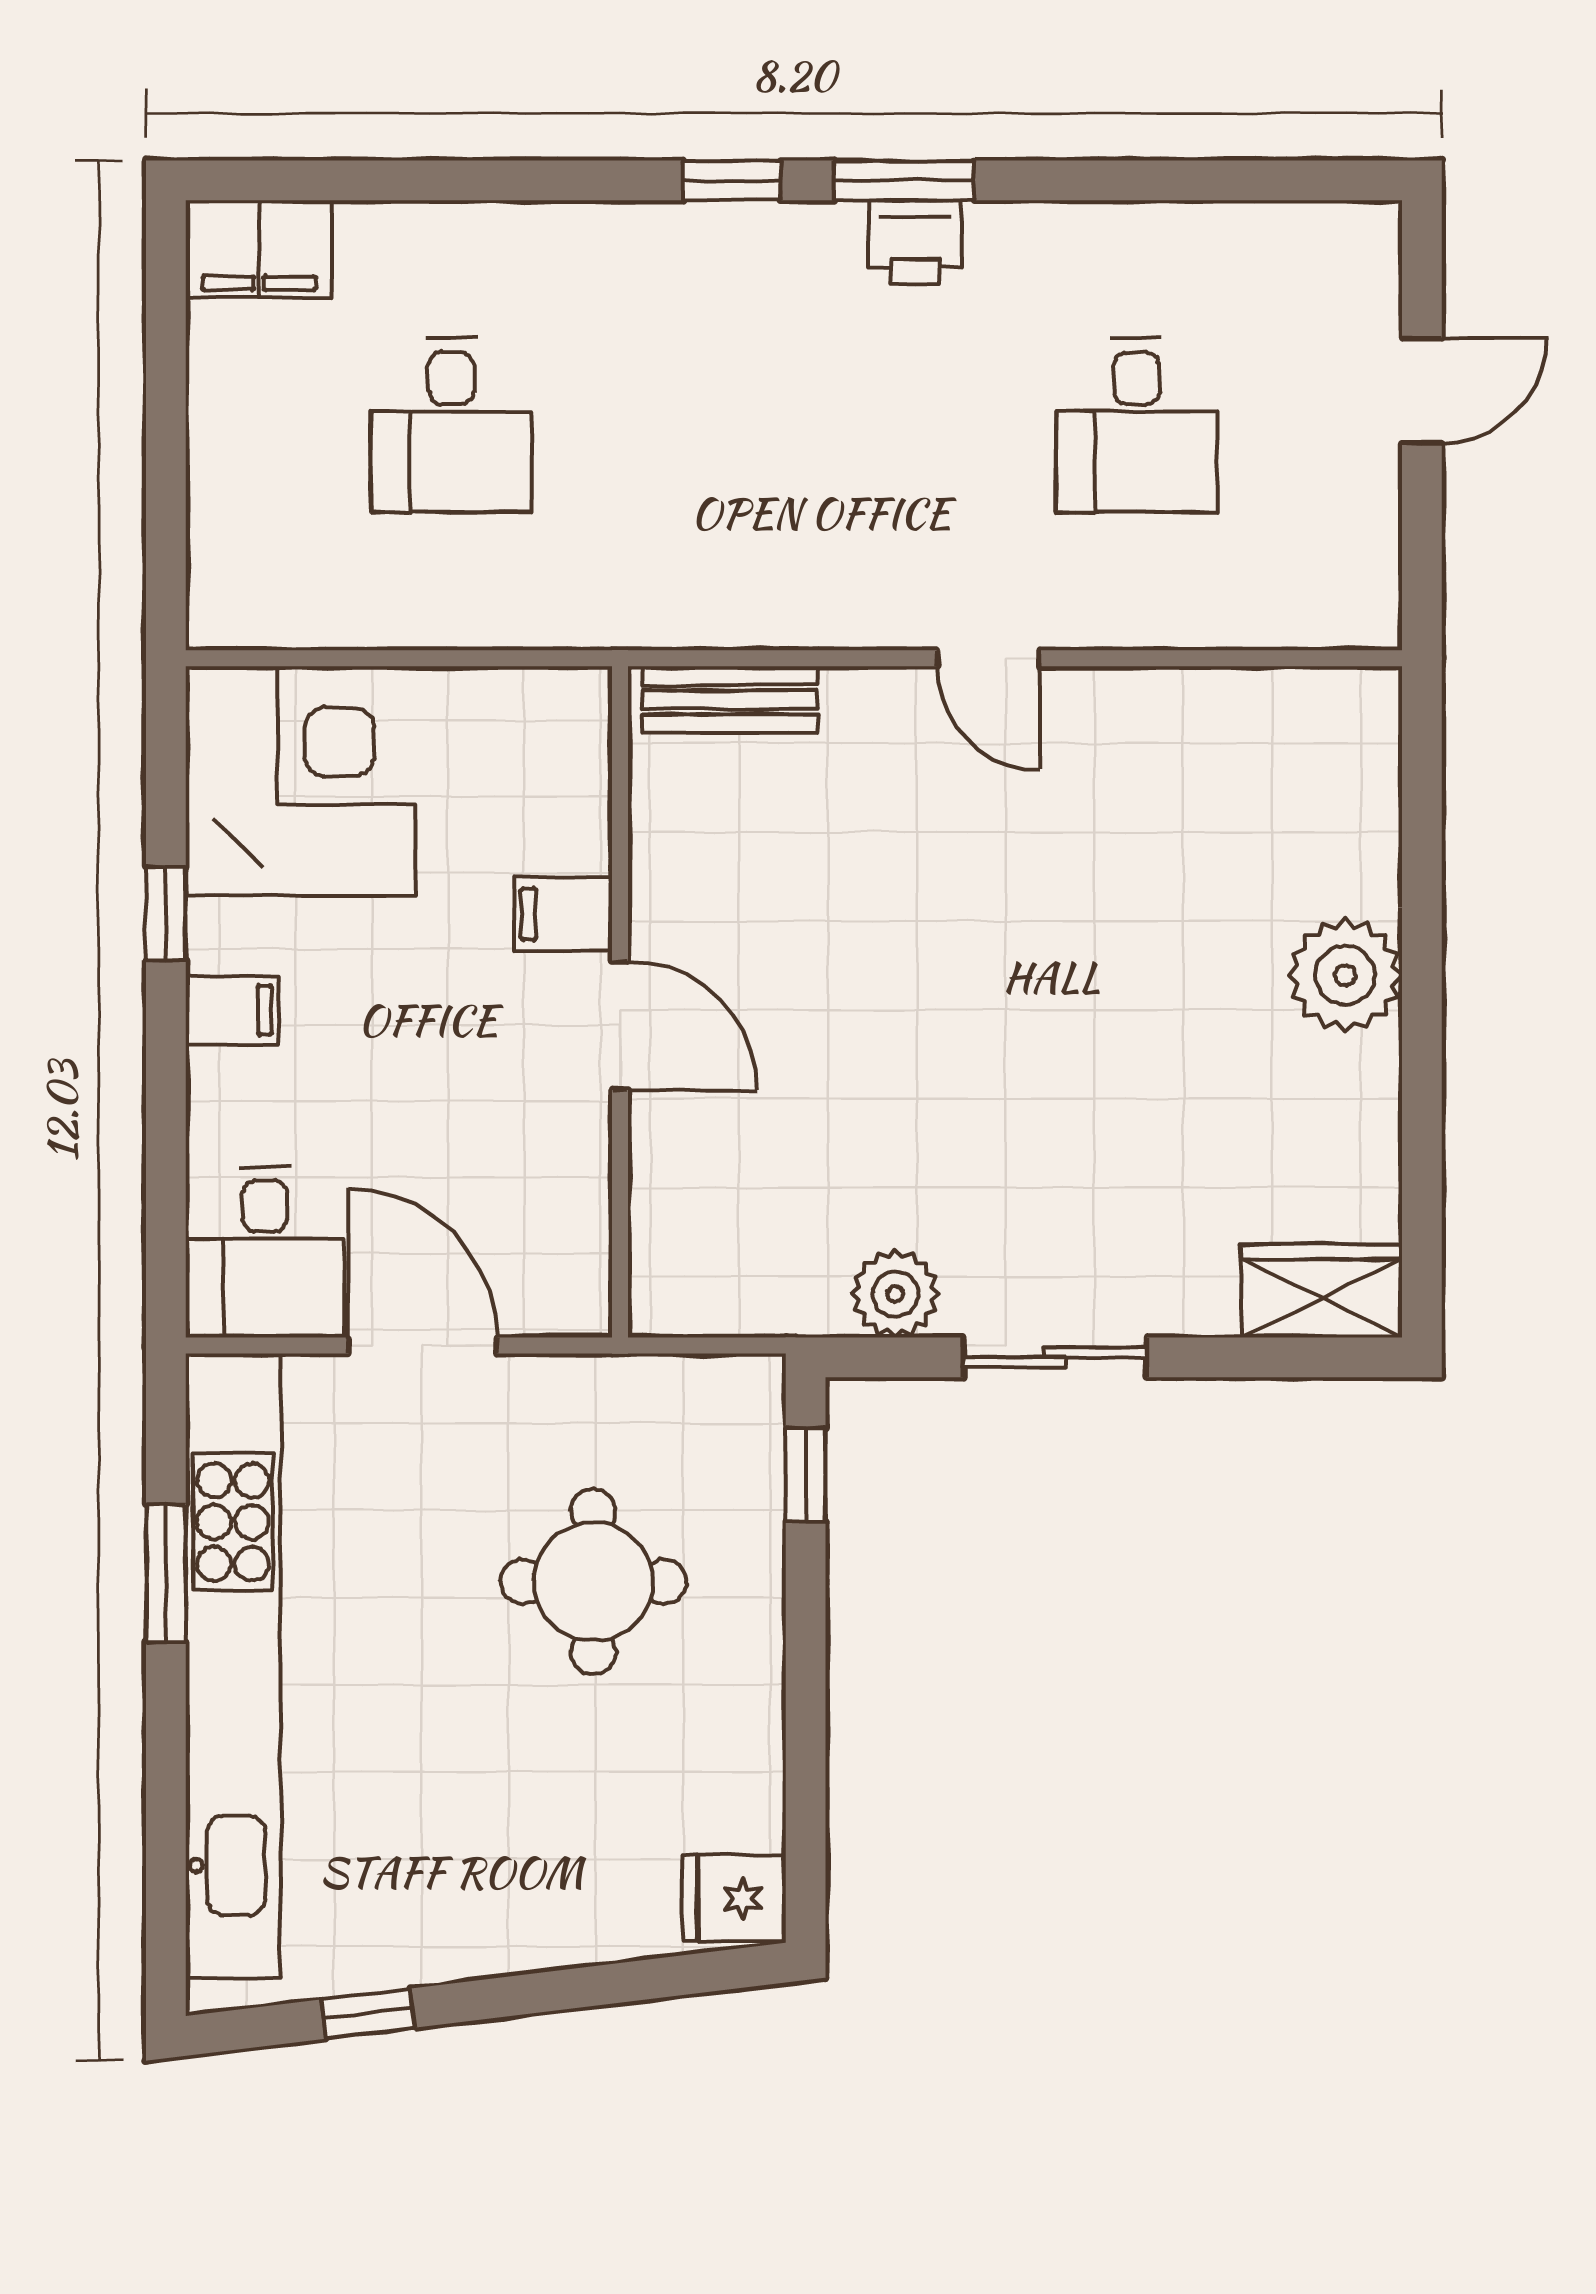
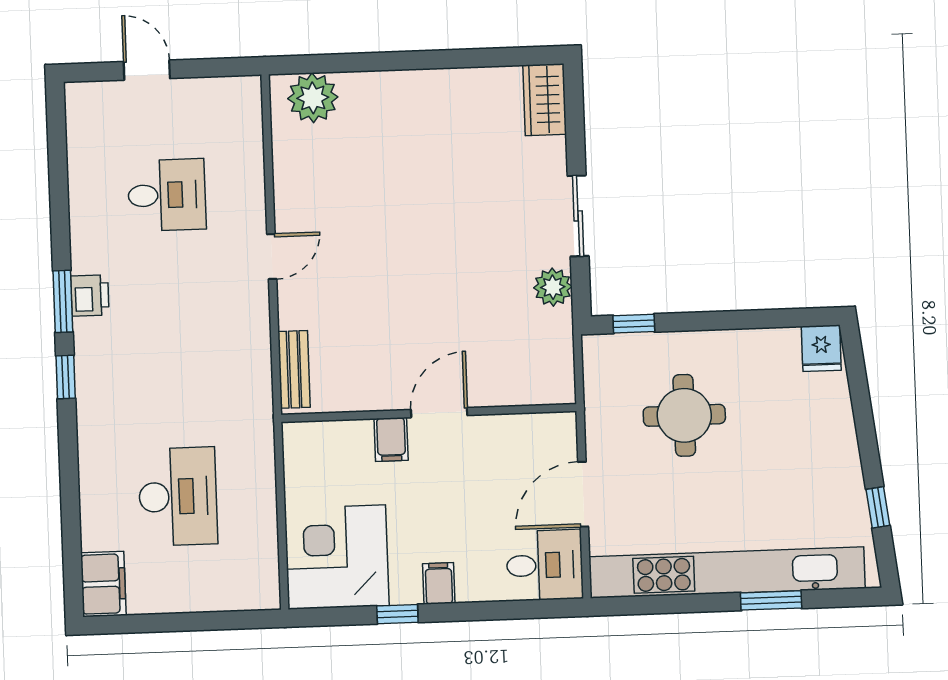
desk: (451, 425) -> (178, 497), width x1.37
plant: (1345, 975) -> (313, 98), moved
window: (166, 1573) -> (771, 600), moved

